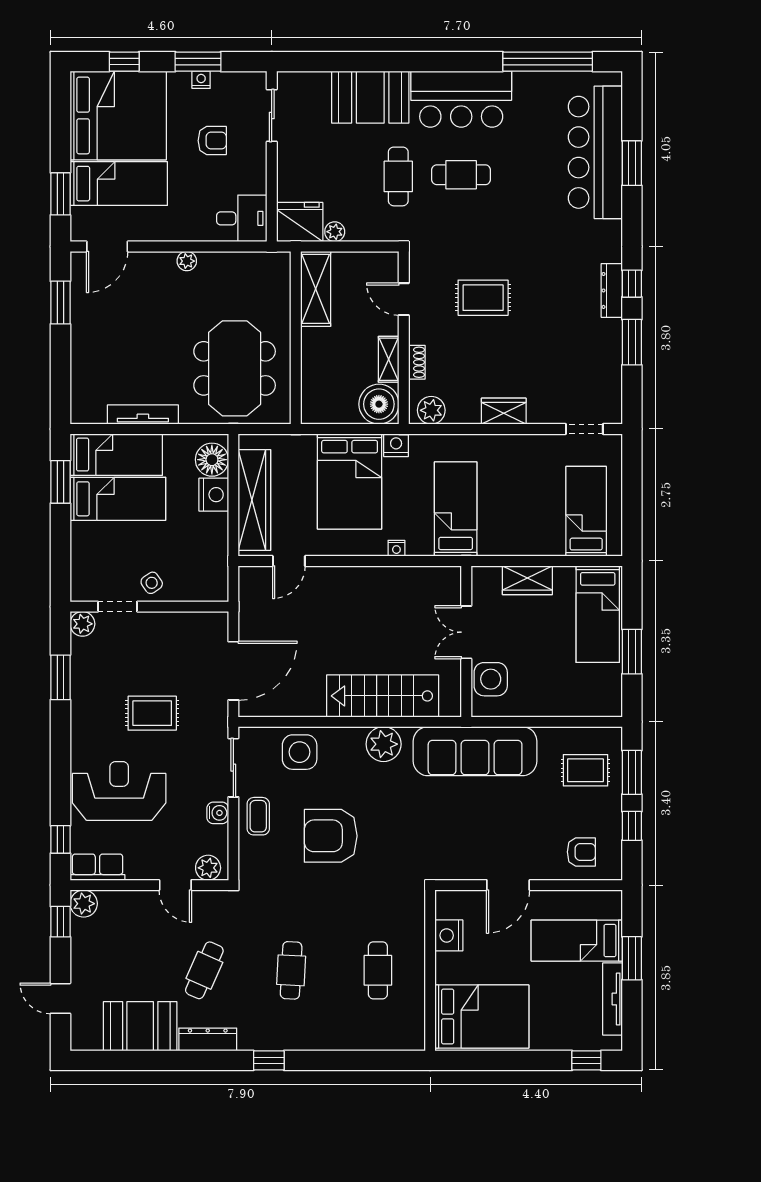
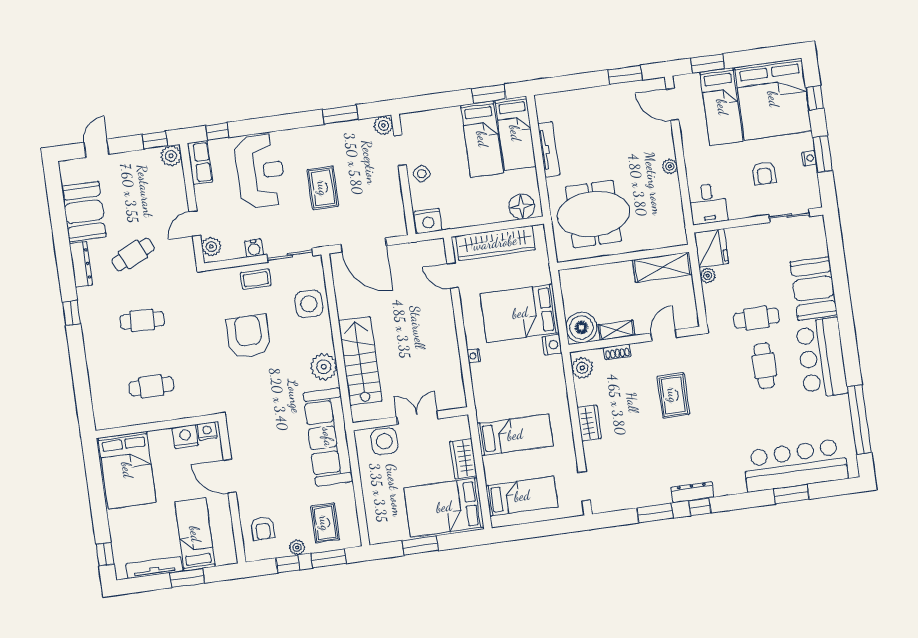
nightstand: (214, 495) -> (428, 221), moved
bed: (456, 509) -> (515, 435), moved
bed: (598, 614) -> (444, 507), width x1.50
plant: (612, 811) -> (297, 547), added
nightstand: (446, 906) -> (207, 431), added
cafe table: (204, 970) -> (133, 255), turned -48

